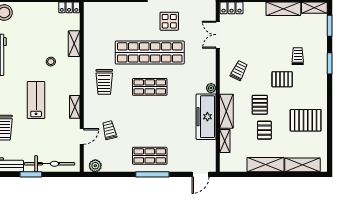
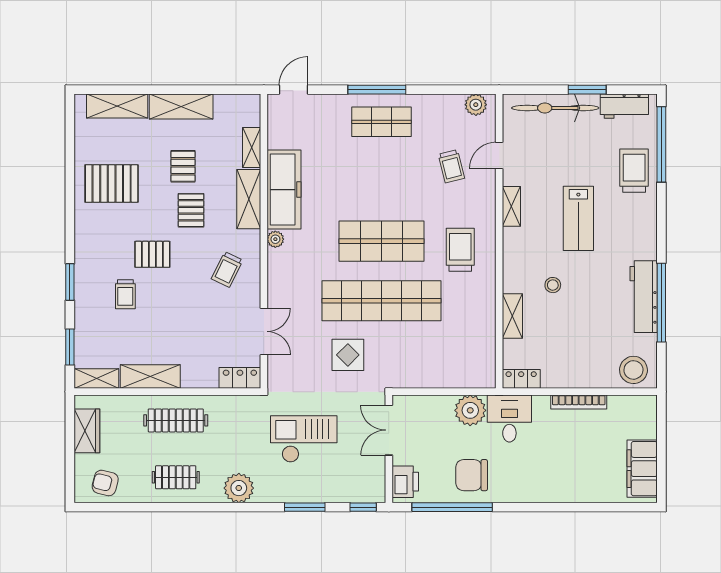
shop shelf: (150, 87) -> (381, 241), width x1.43, depth x1.36

